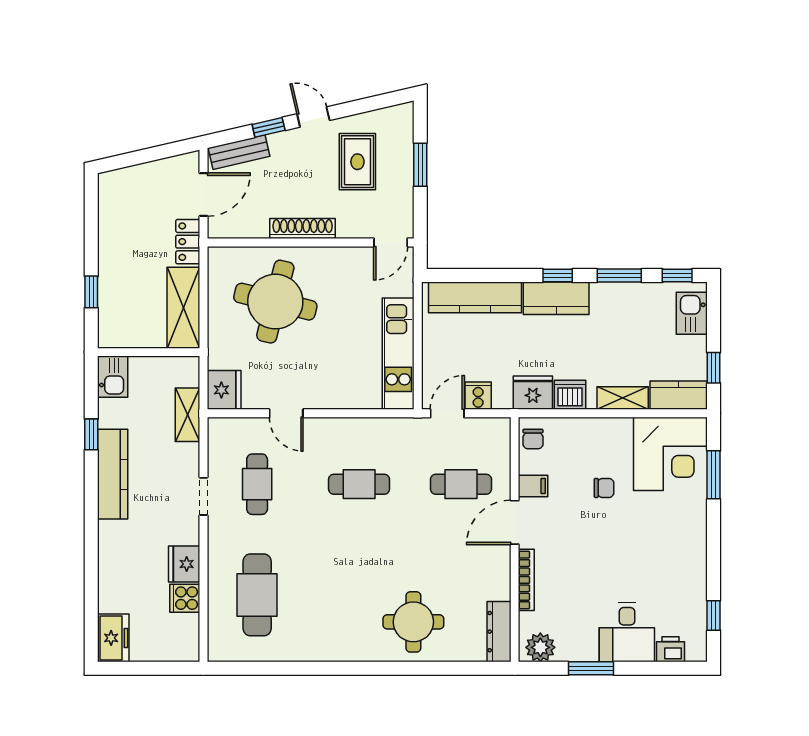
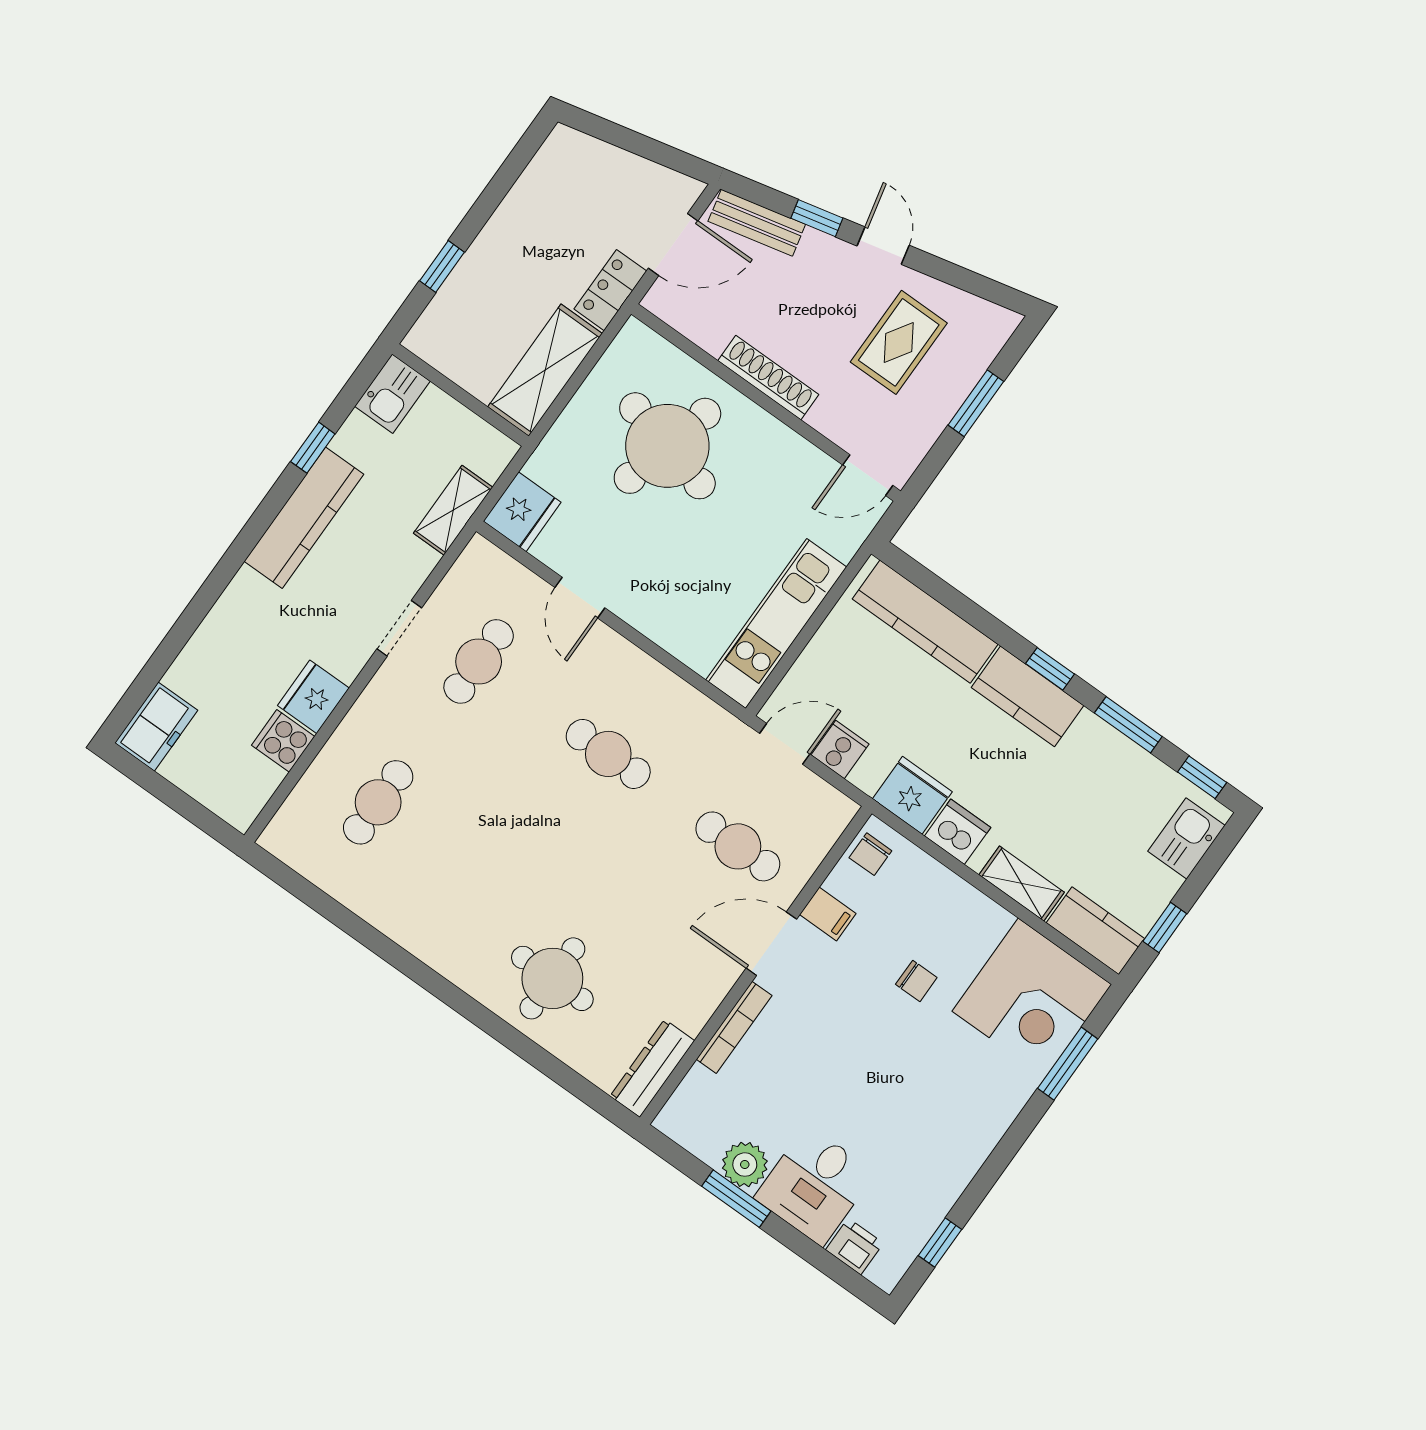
cafe table: (257, 595) -> (378, 802), width x0.73, depth x0.74
plant: (540, 647) -> (745, 1165), moved

